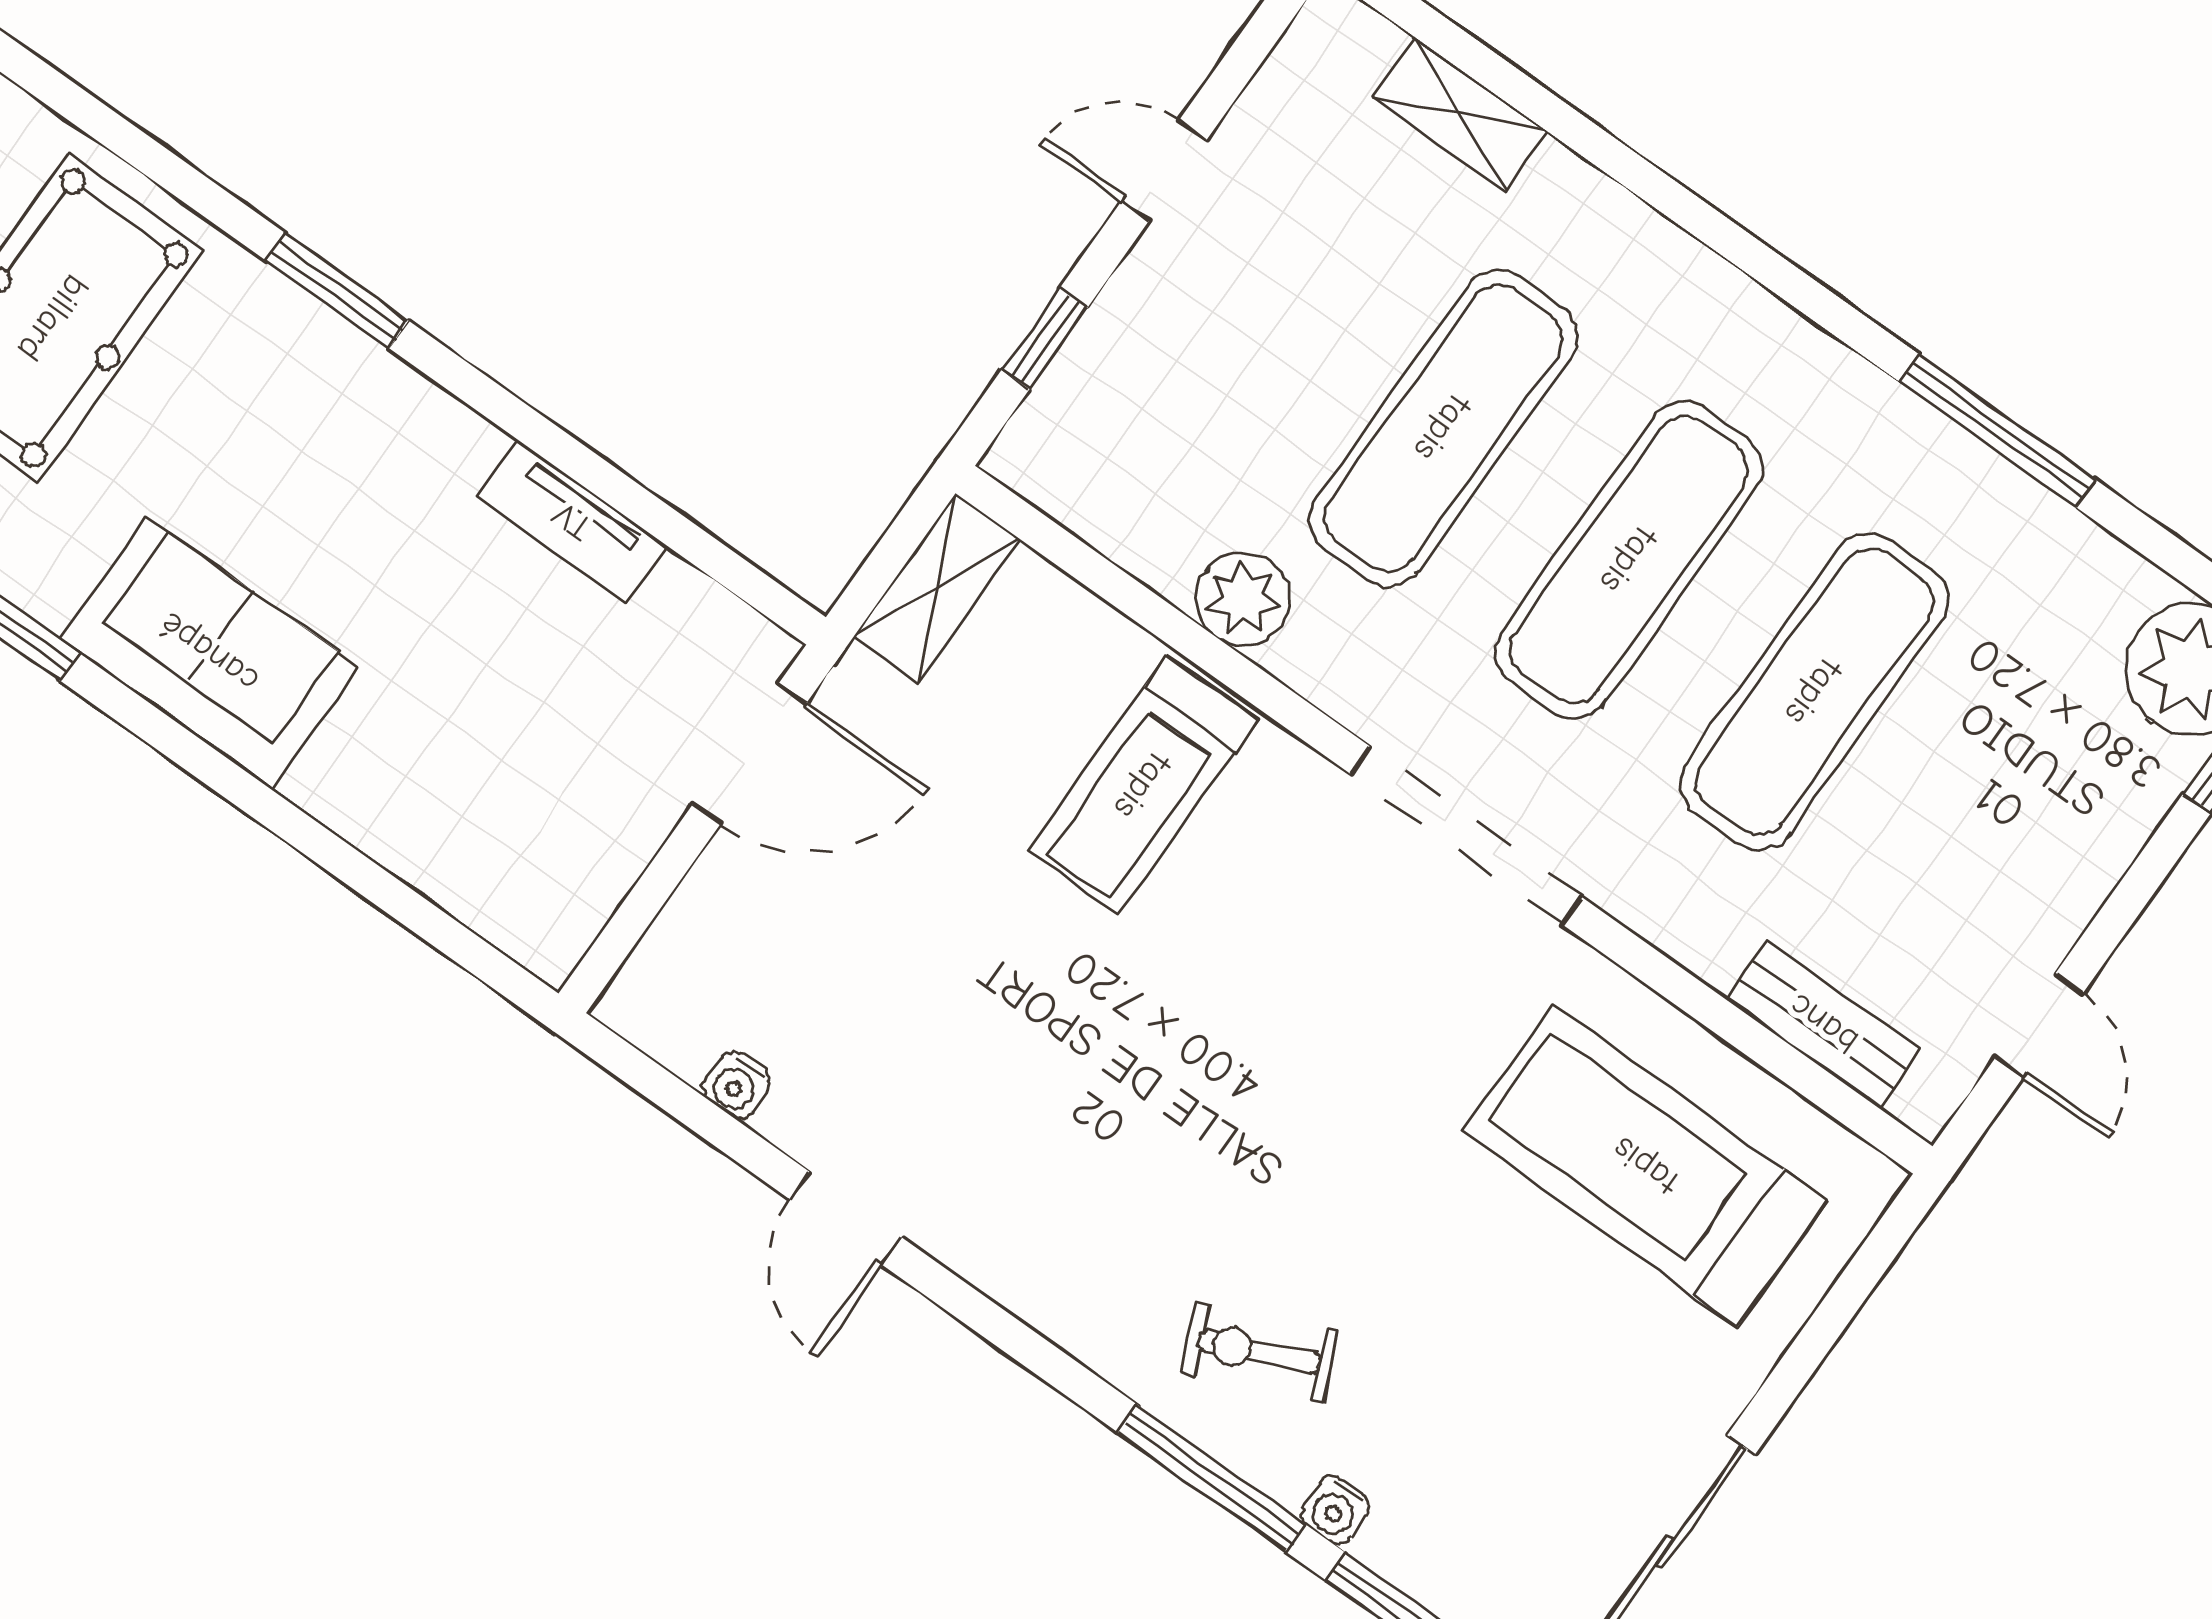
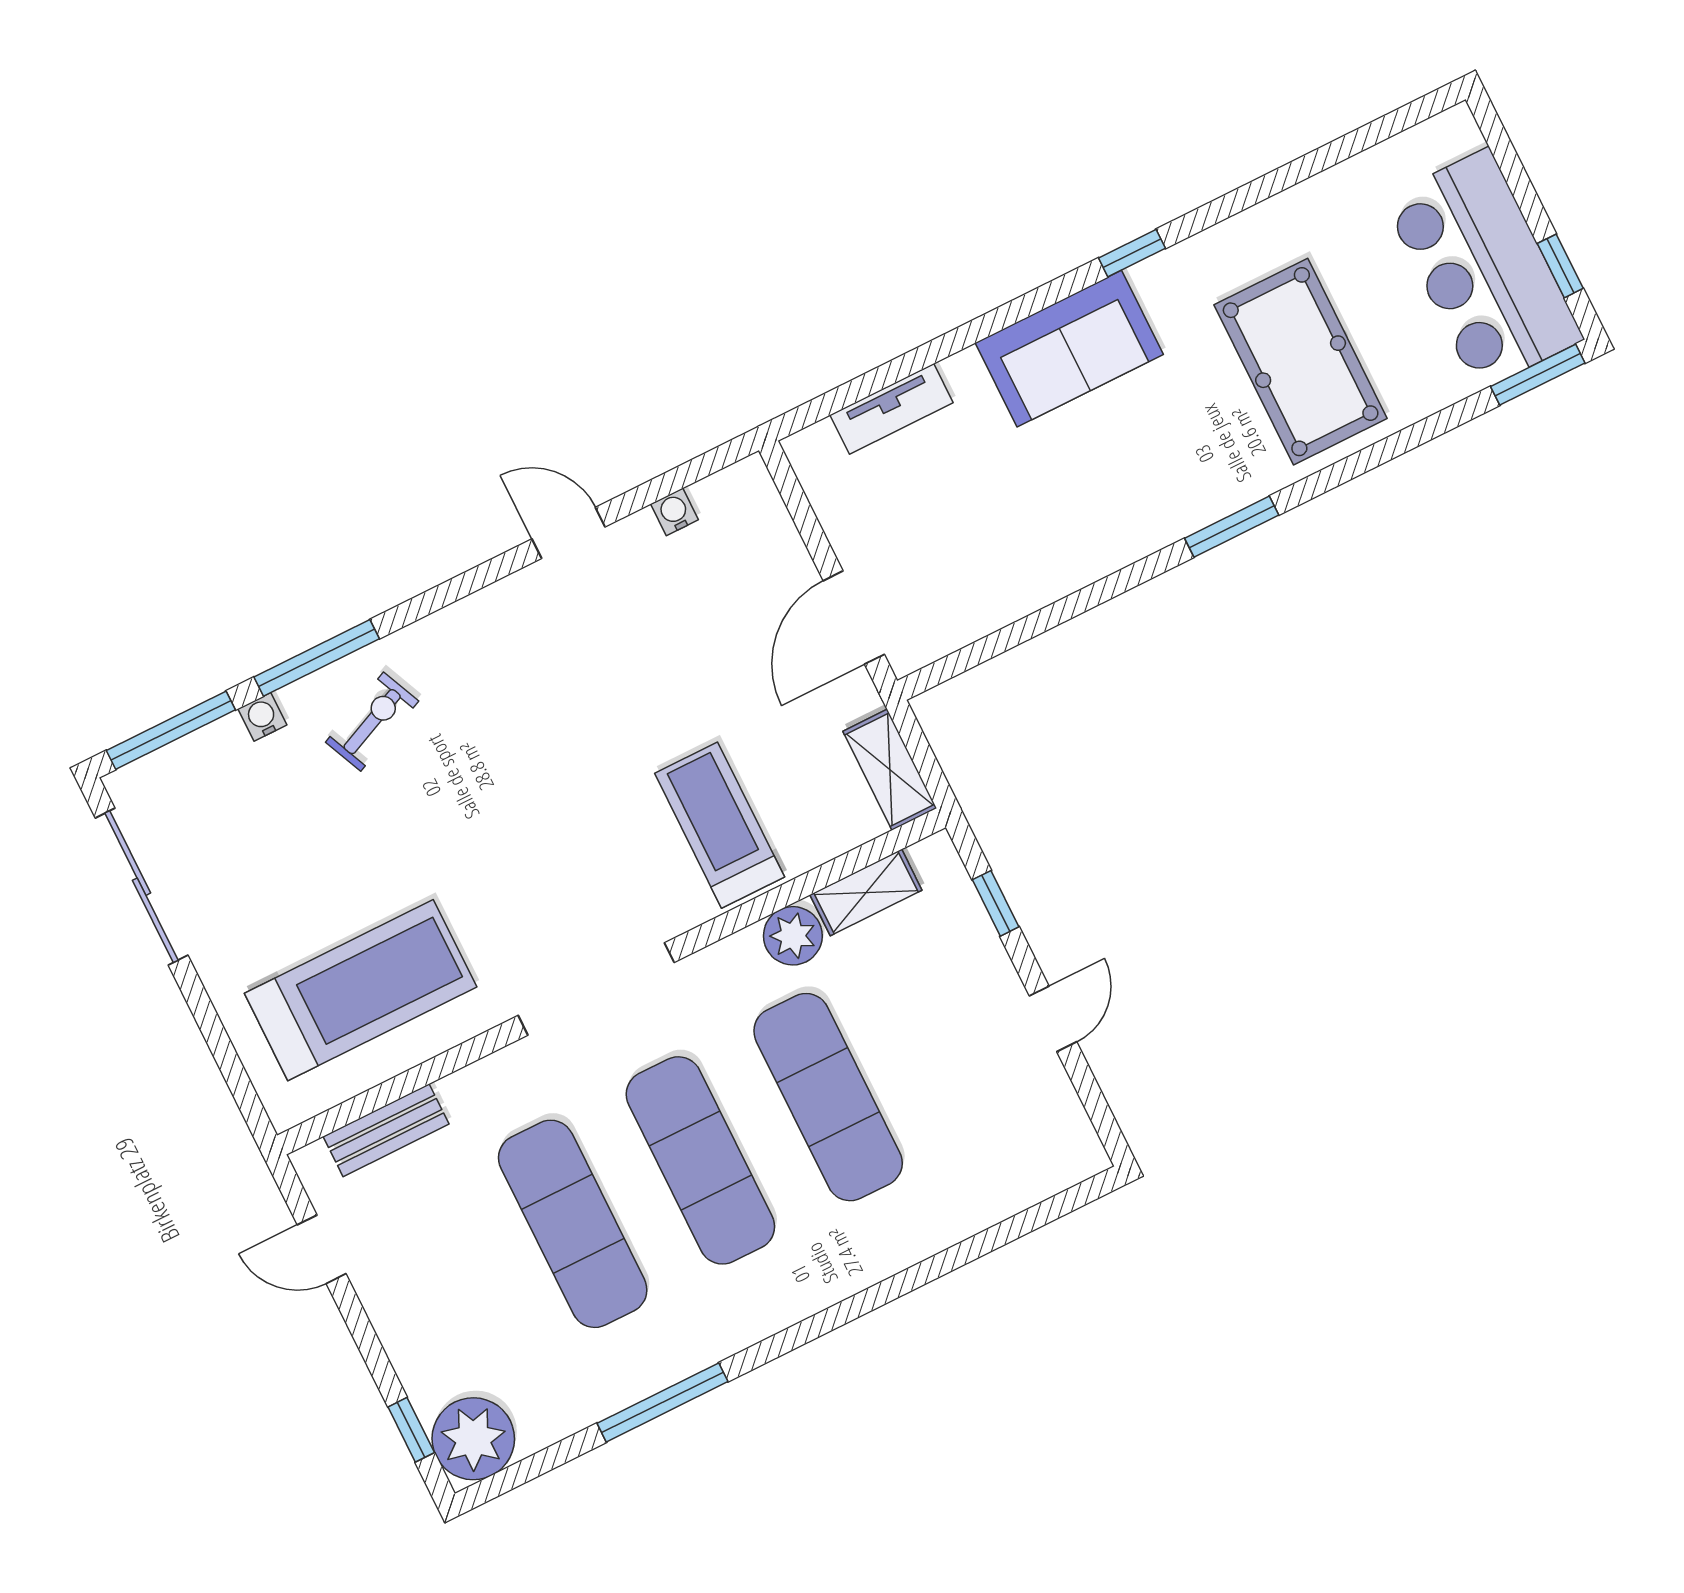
shelving: (1460, 114) -> (866, 893), moved
tv unit: (572, 521) -> (892, 409), moved, turned 180

